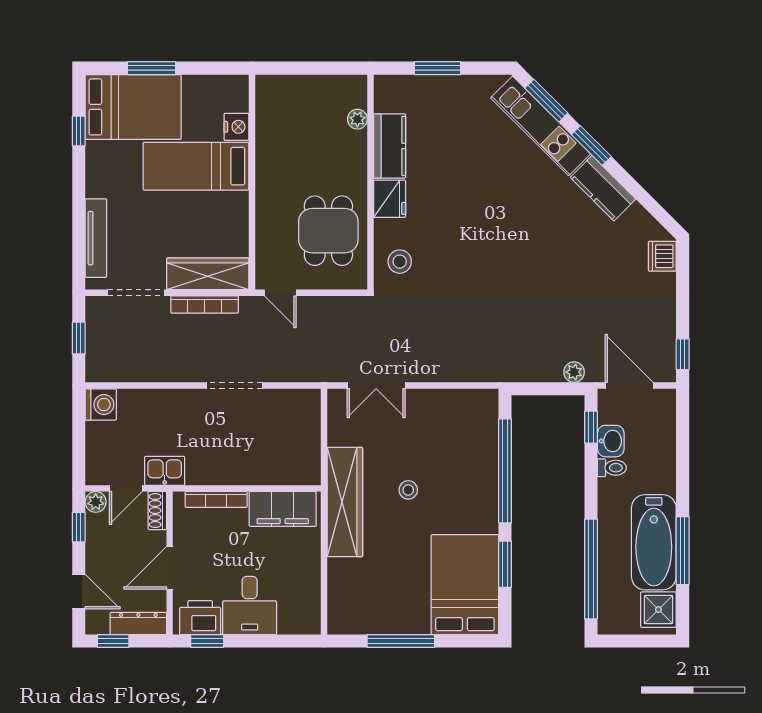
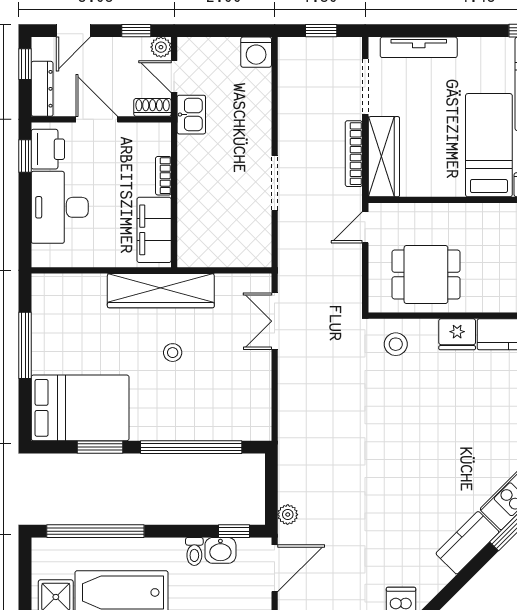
bookcase: (216, 499) -> (163, 176), width x0.64
desk: (250, 606) -> (60, 207), width x1.37

